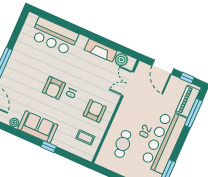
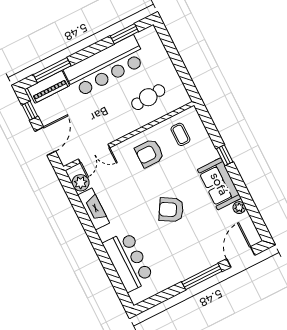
armchair: (54, 88) -> (171, 210), turned -150

